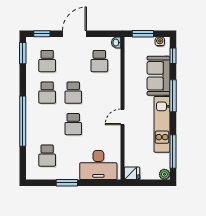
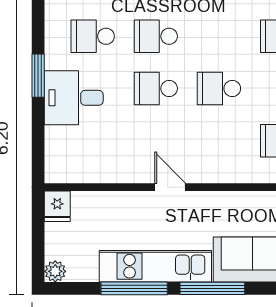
school desk: (47, 93) -> (156, 36), moved
window: (173, 152) -> (134, 288), moved
desk: (98, 165) -> (74, 98), moved, width x0.73

